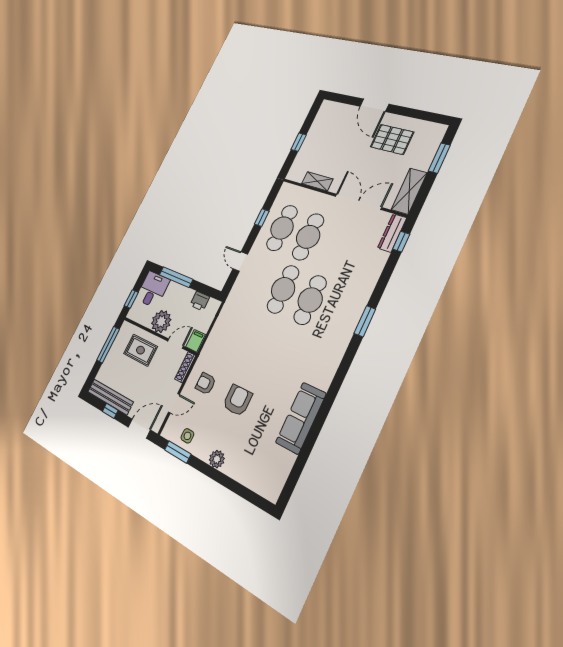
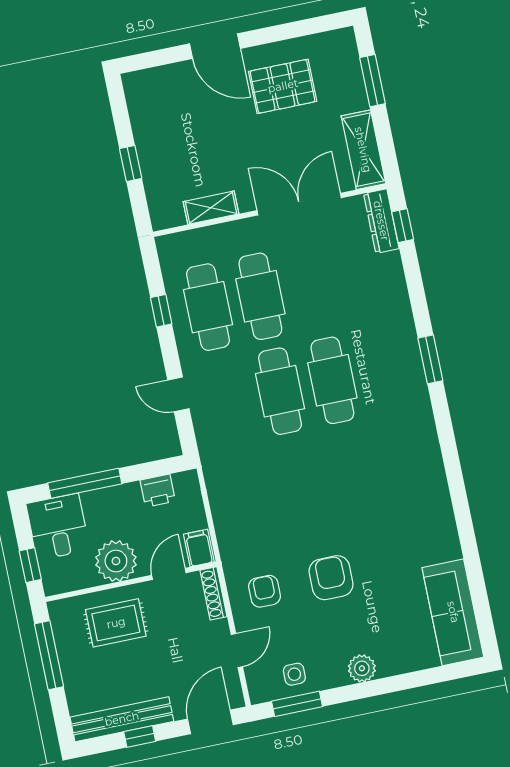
armchair: (206, 384) -> (265, 591), turned 90
sofa: (301, 418) -> (453, 612), moved

